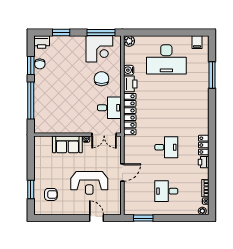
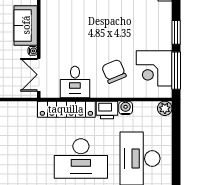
window: (61, 33) -> (176, 32), moved
chair: (102, 79) -> (114, 71), turned -113
desk: (166, 147) -> (81, 159), moved, width x1.87, depth x1.30

